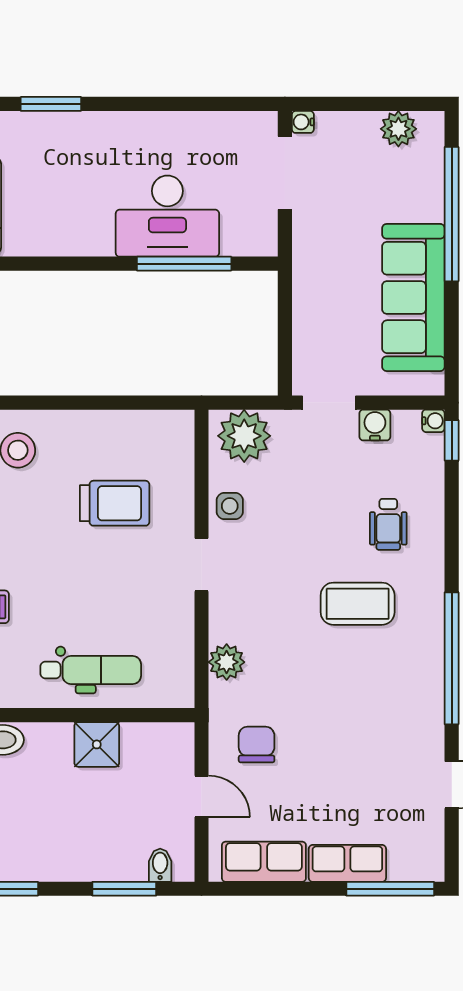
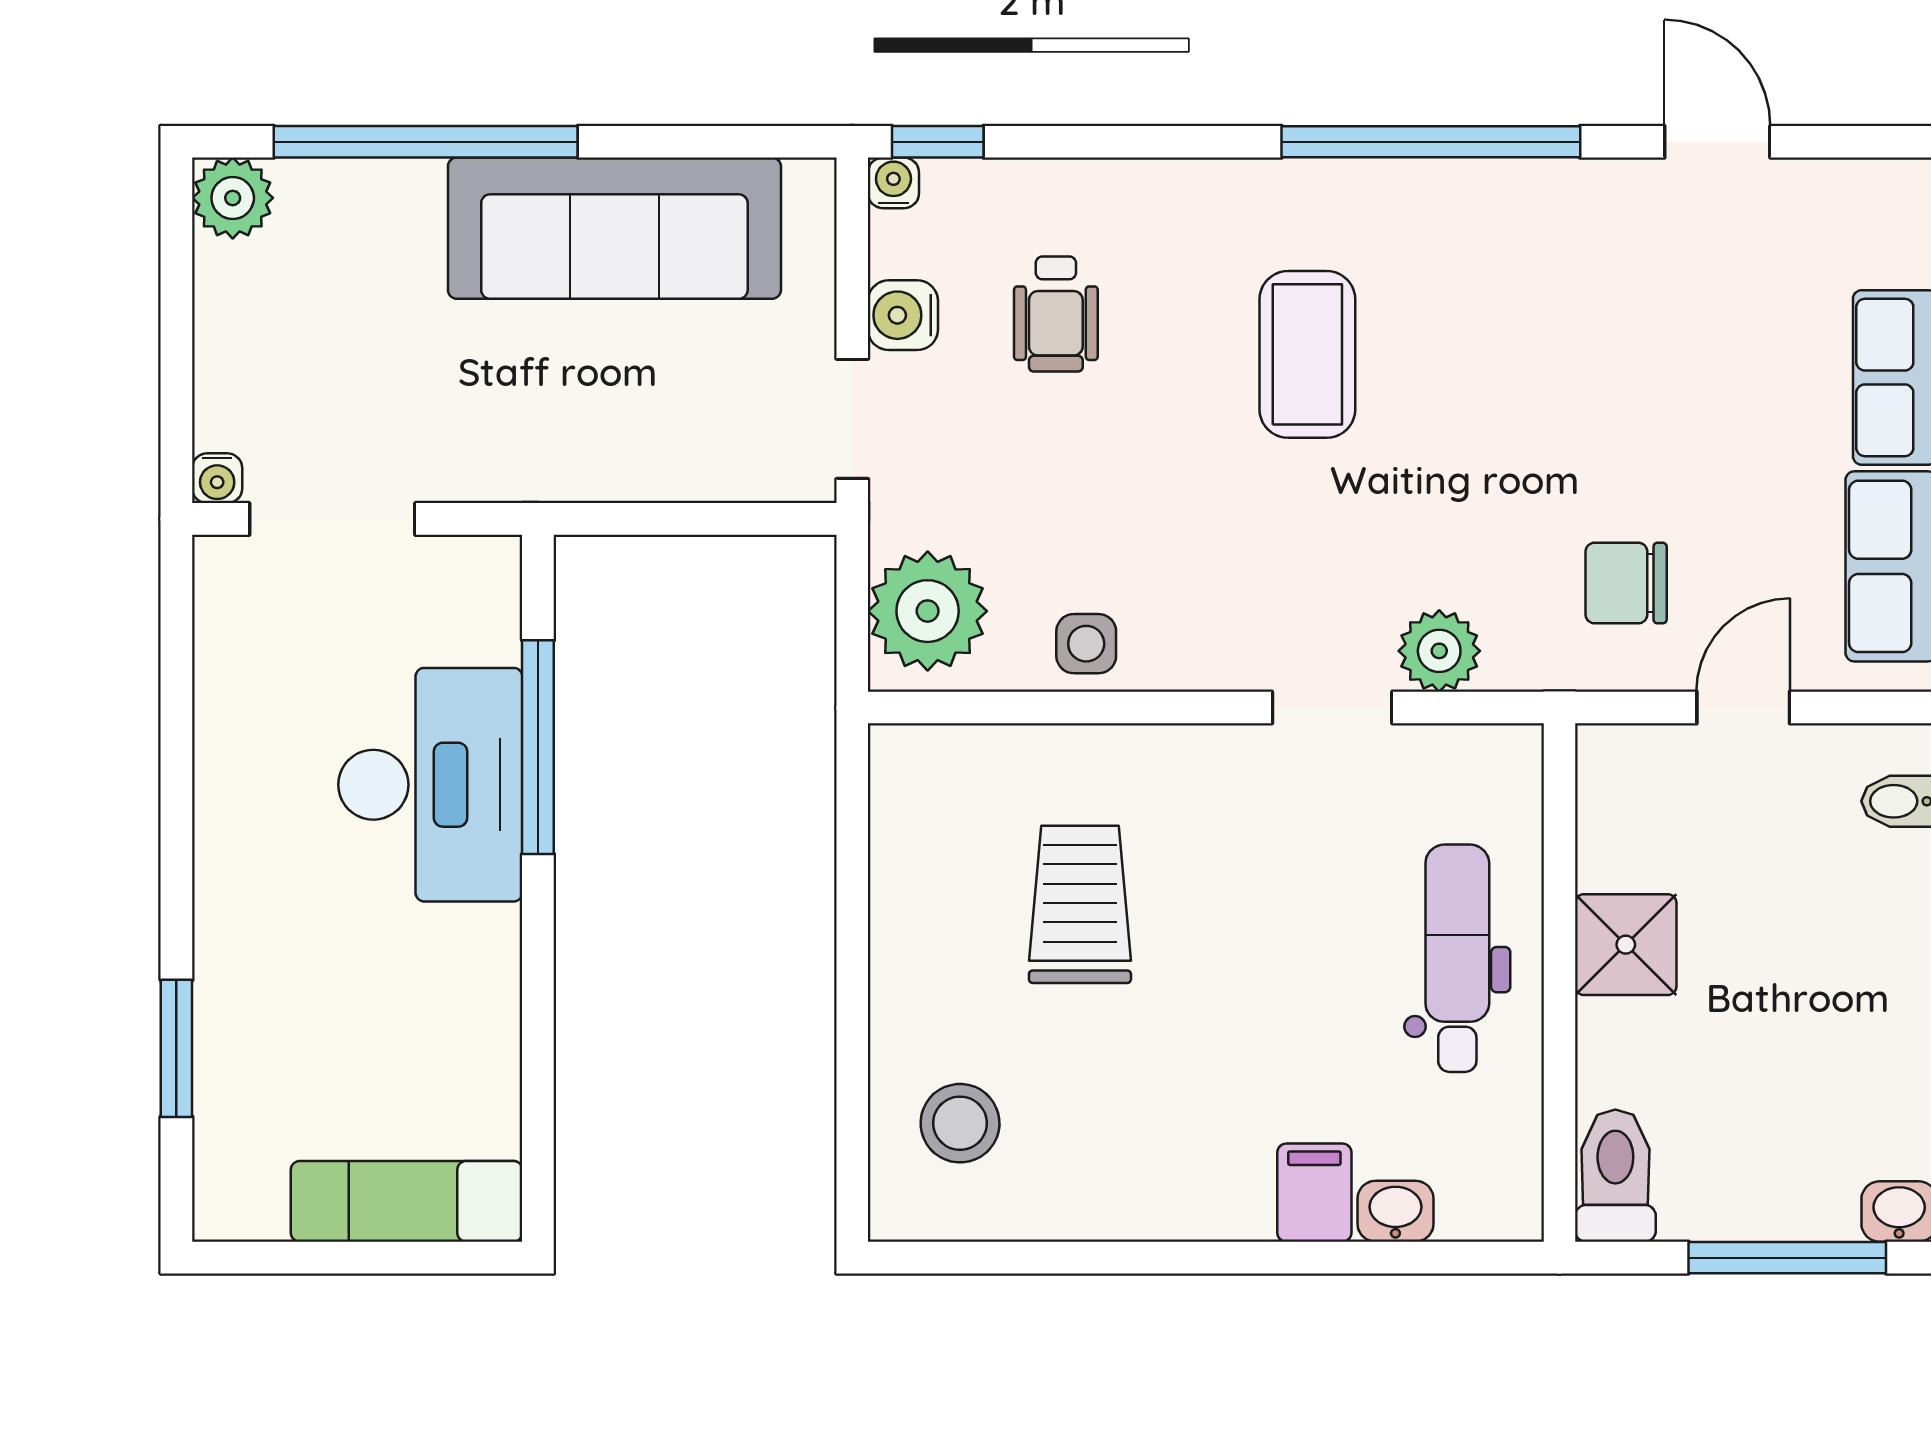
plant: (398, 129) -> (233, 198), moved
wheelchair: (388, 524) -> (1056, 314), moved, turned 90
doorway: (202, 565) -> (1332, 708), moved

